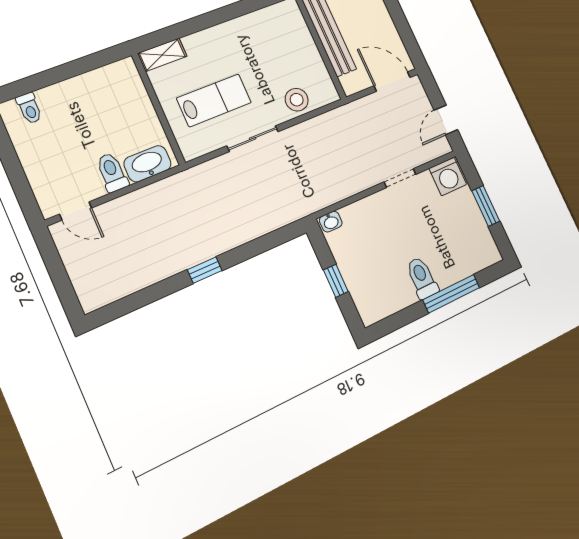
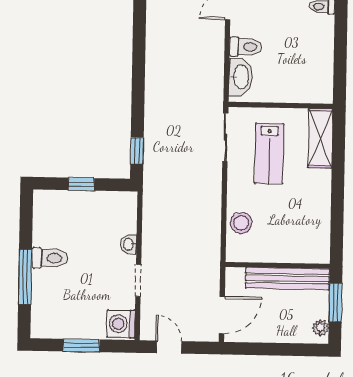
shelving: (162, 55) -> (320, 138), width x1.50, depth x1.33
sliding door: (253, 139) -> (225, 137), moved
washbasin: (331, 222) -> (129, 244), moved
window: (205, 270) -> (137, 151), moved

